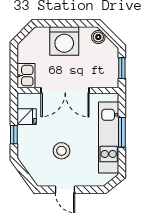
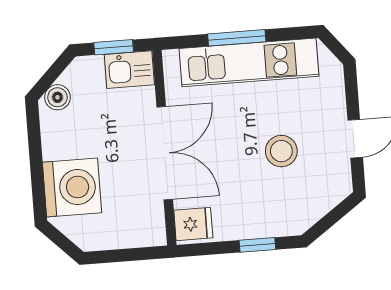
washing machine: (64, 41) -> (72, 187), moved
kitchen sink: (26, 76) -> (129, 70), moved, turned 180
fridge: (27, 117) -> (193, 224), moved, turned 90

